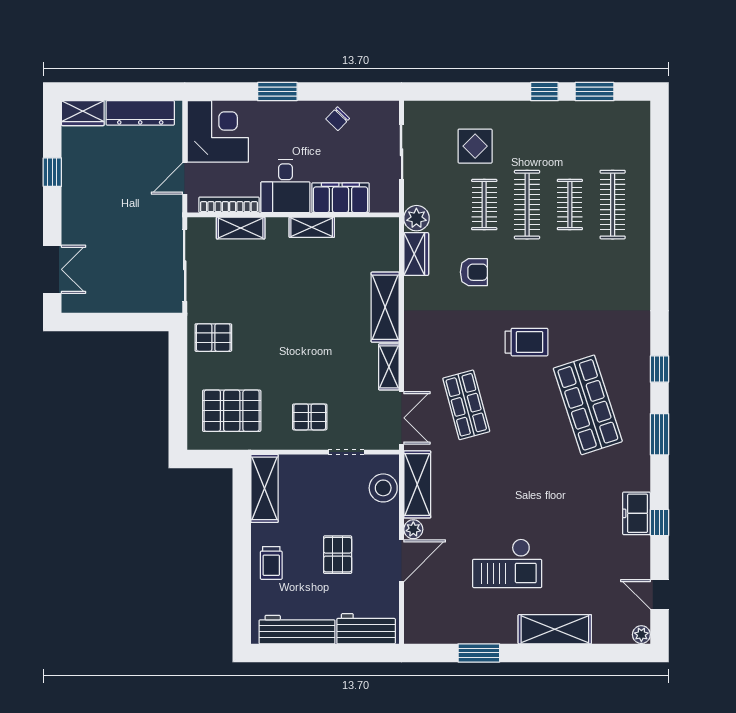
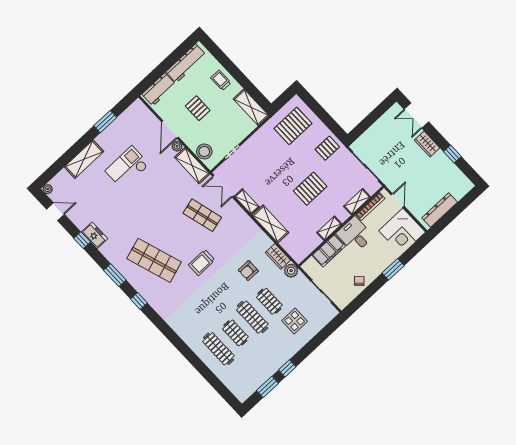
wardrobe: (83, 113) -> (427, 144), moved, turned -90
pallet: (310, 417) -> (310, 189), moved, width x1.50, depth x1.42

